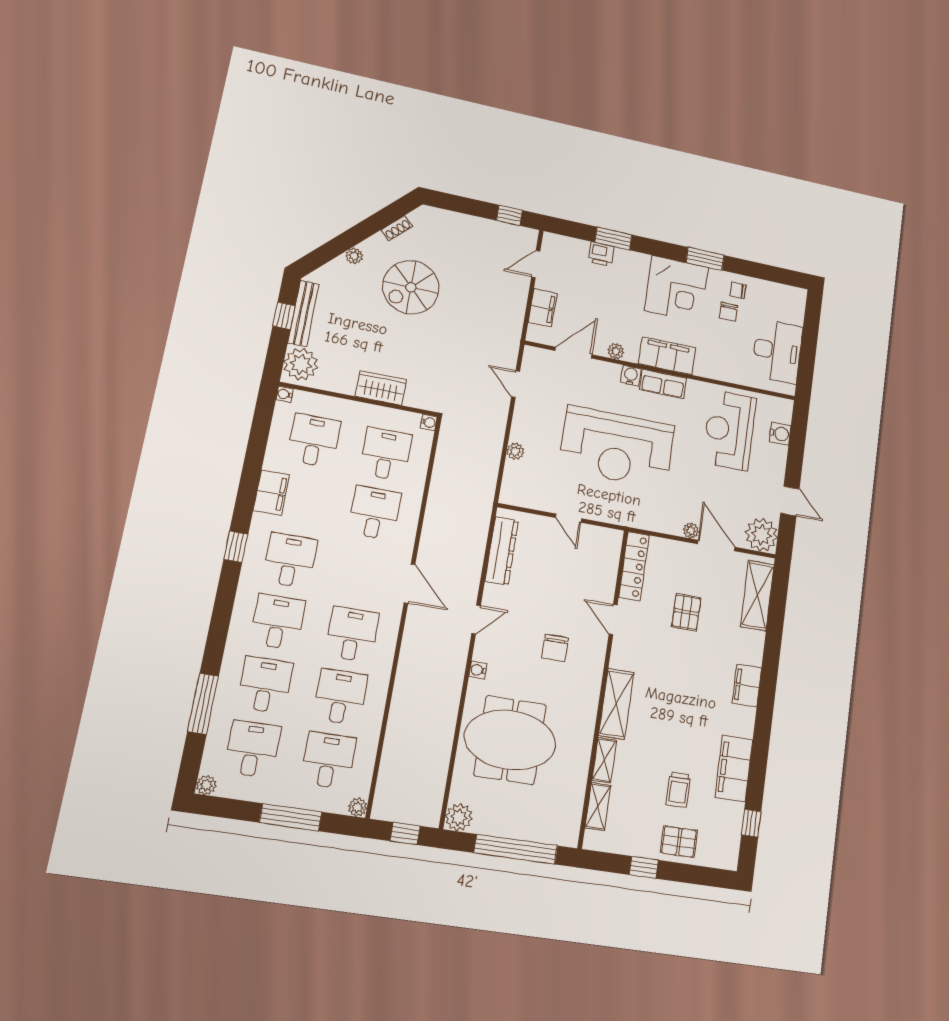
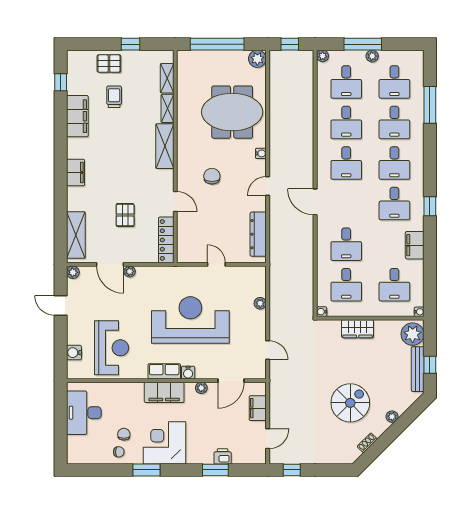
plant: (761, 535) -> (73, 272), width x0.53, depth x0.53
plant: (206, 785) -> (372, 56), moved

